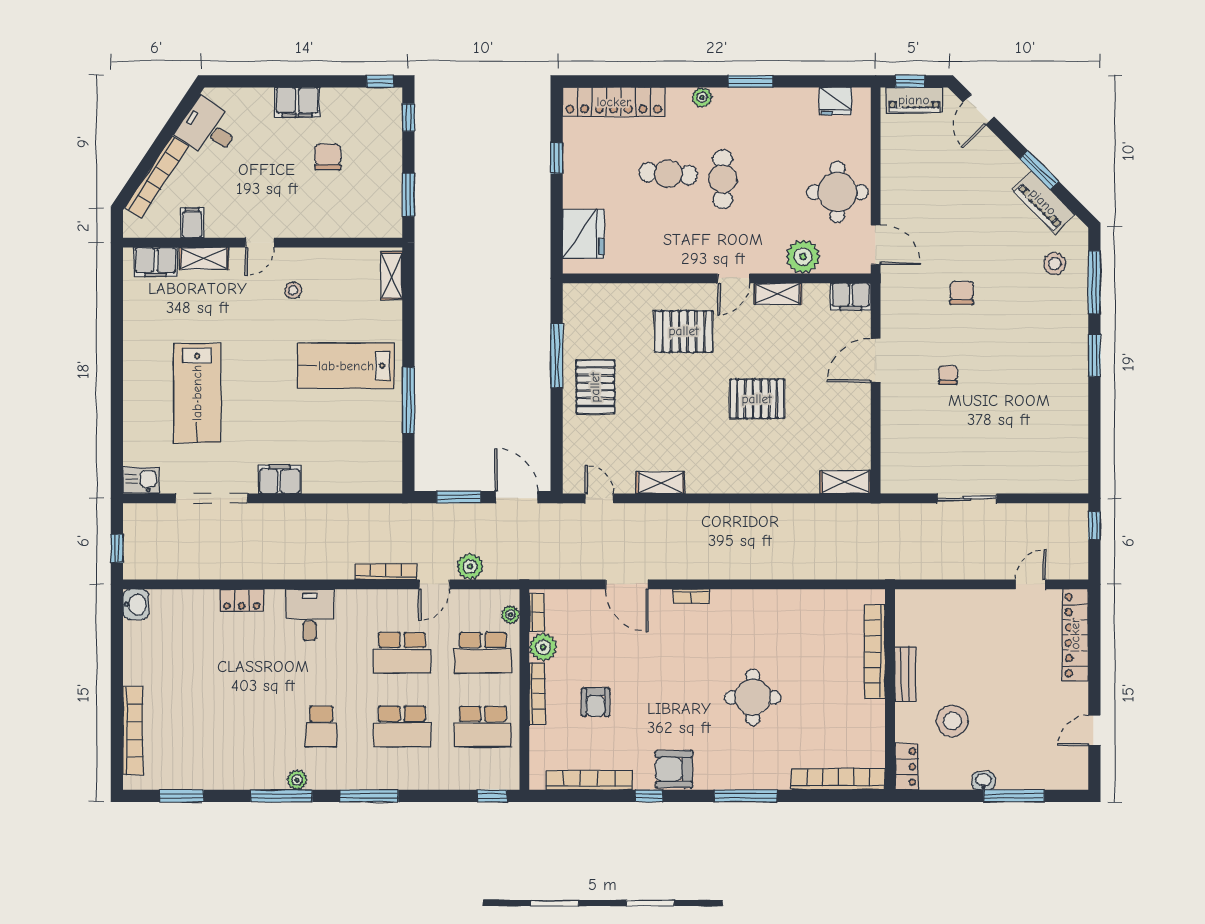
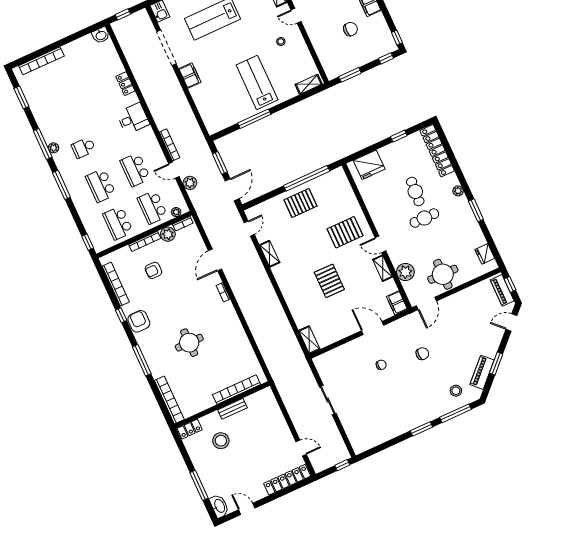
pallet: (684, 331) -> (345, 232), turned 90
window: (557, 356) -> (307, 178), width x1.46
washbasin: (983, 781) -> (219, 506), moved, width x1.91, depth x1.45

